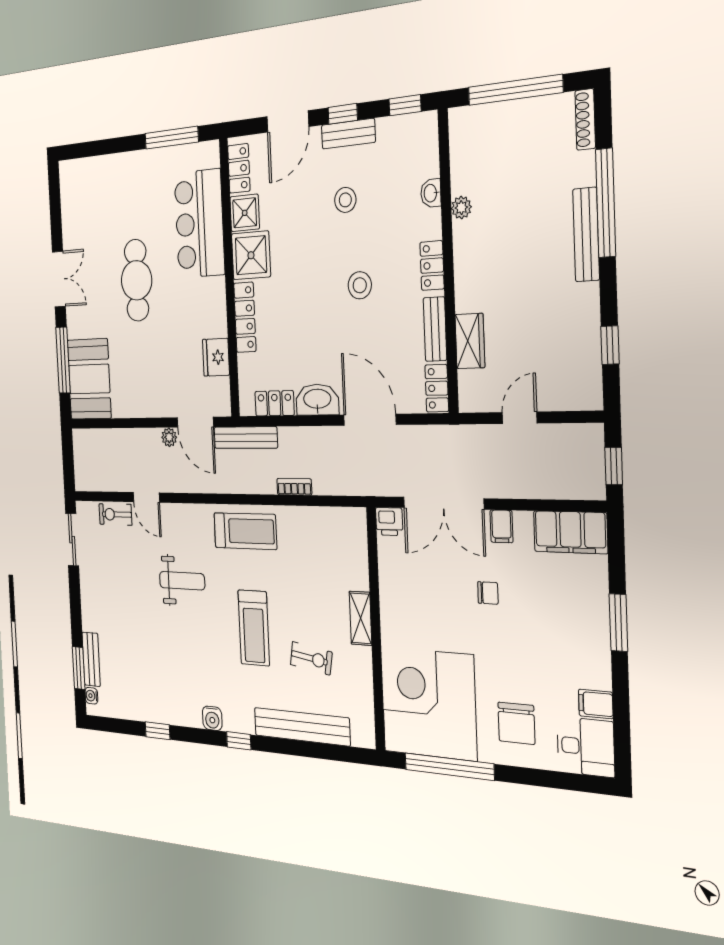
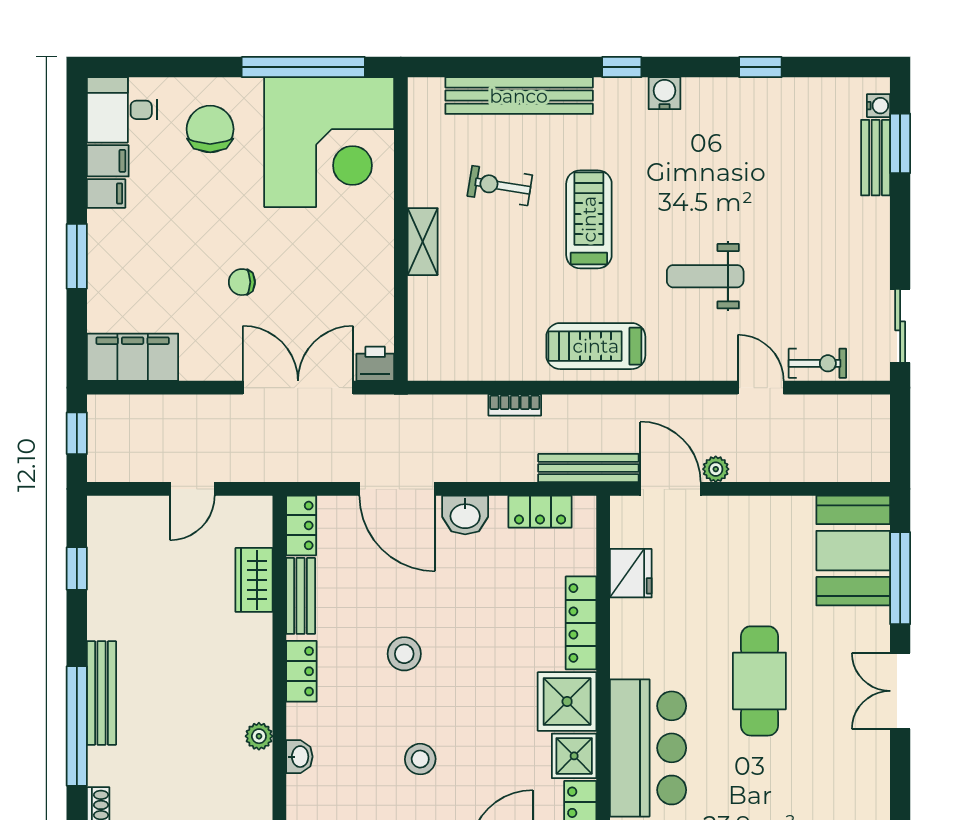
washbasin: (317, 400) -> (465, 515), width x0.72
filing cabinet: (501, 526) -> (106, 194), moved, turned 90

